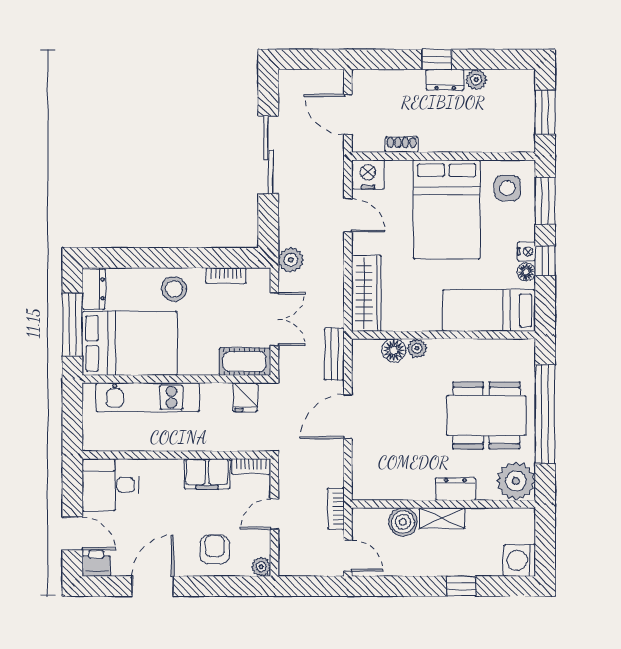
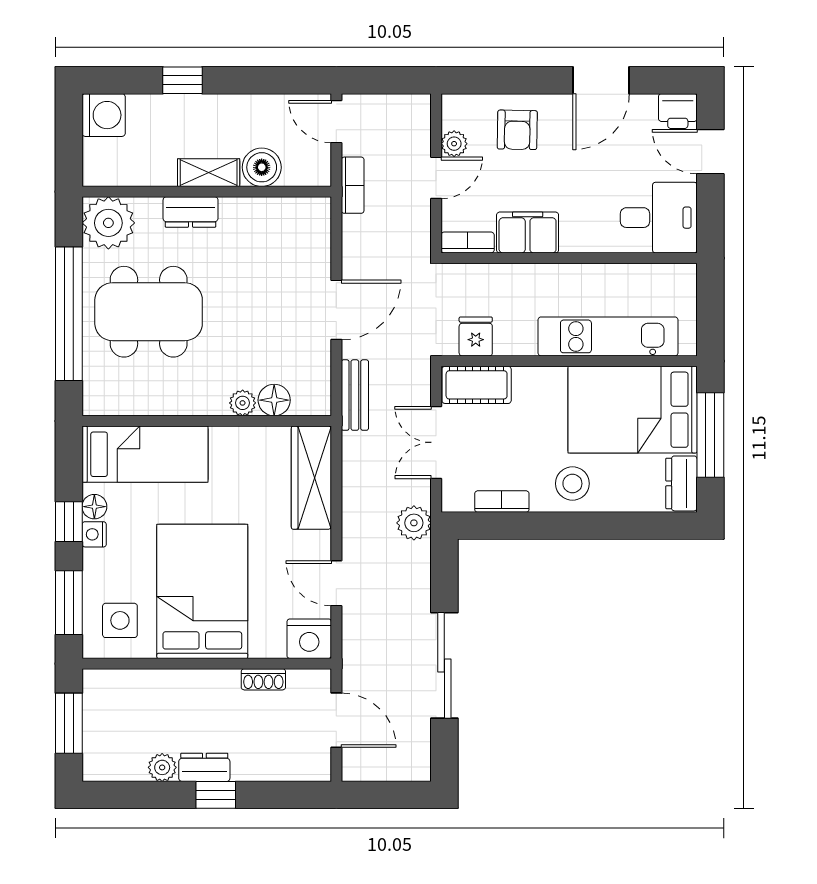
plant: (261, 567) -> (454, 144), moved

